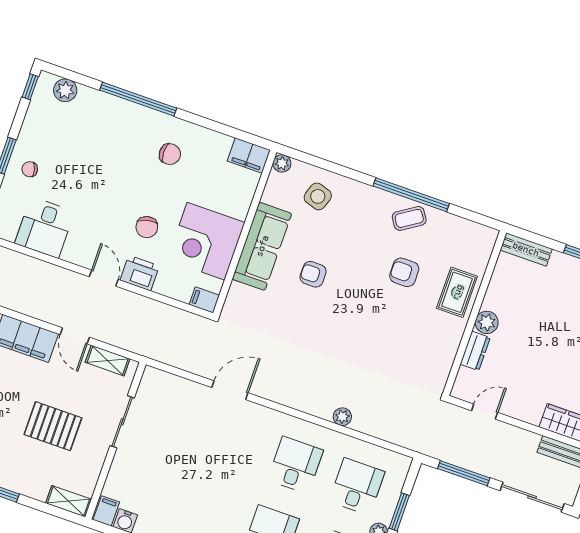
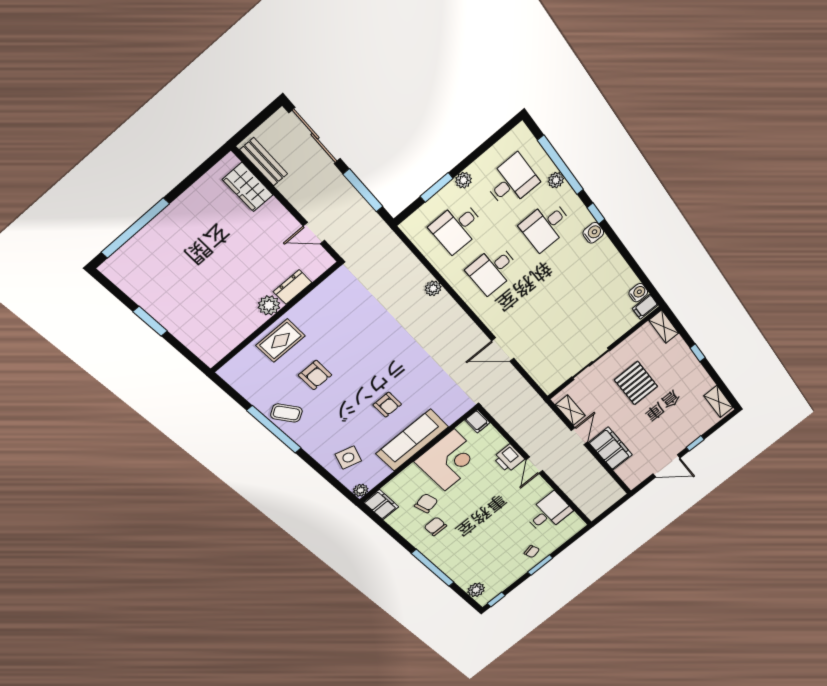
chair: (147, 227) -> (426, 503), moved
bench: (526, 249) -> (200, 348), removed

